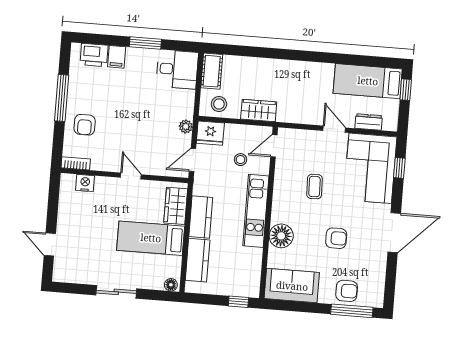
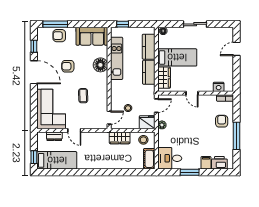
window: (399, 168) -> (34, 46), moved
kitchen unit: (256, 211) -> (117, 58), moved
door: (394, 233) -> (34, 72), swing flipped
door: (50, 245) -> (237, 49), swing flipped

